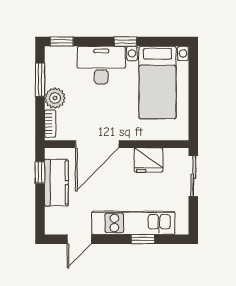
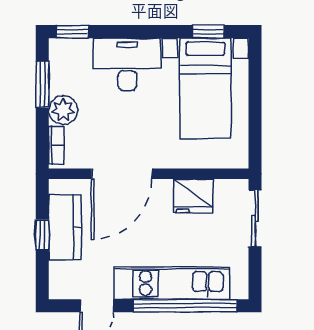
window: (125, 42) -> (208, 32), moved
window: (40, 172) -> (42, 235), moved
window: (143, 239) -> (185, 306), width x3.17

